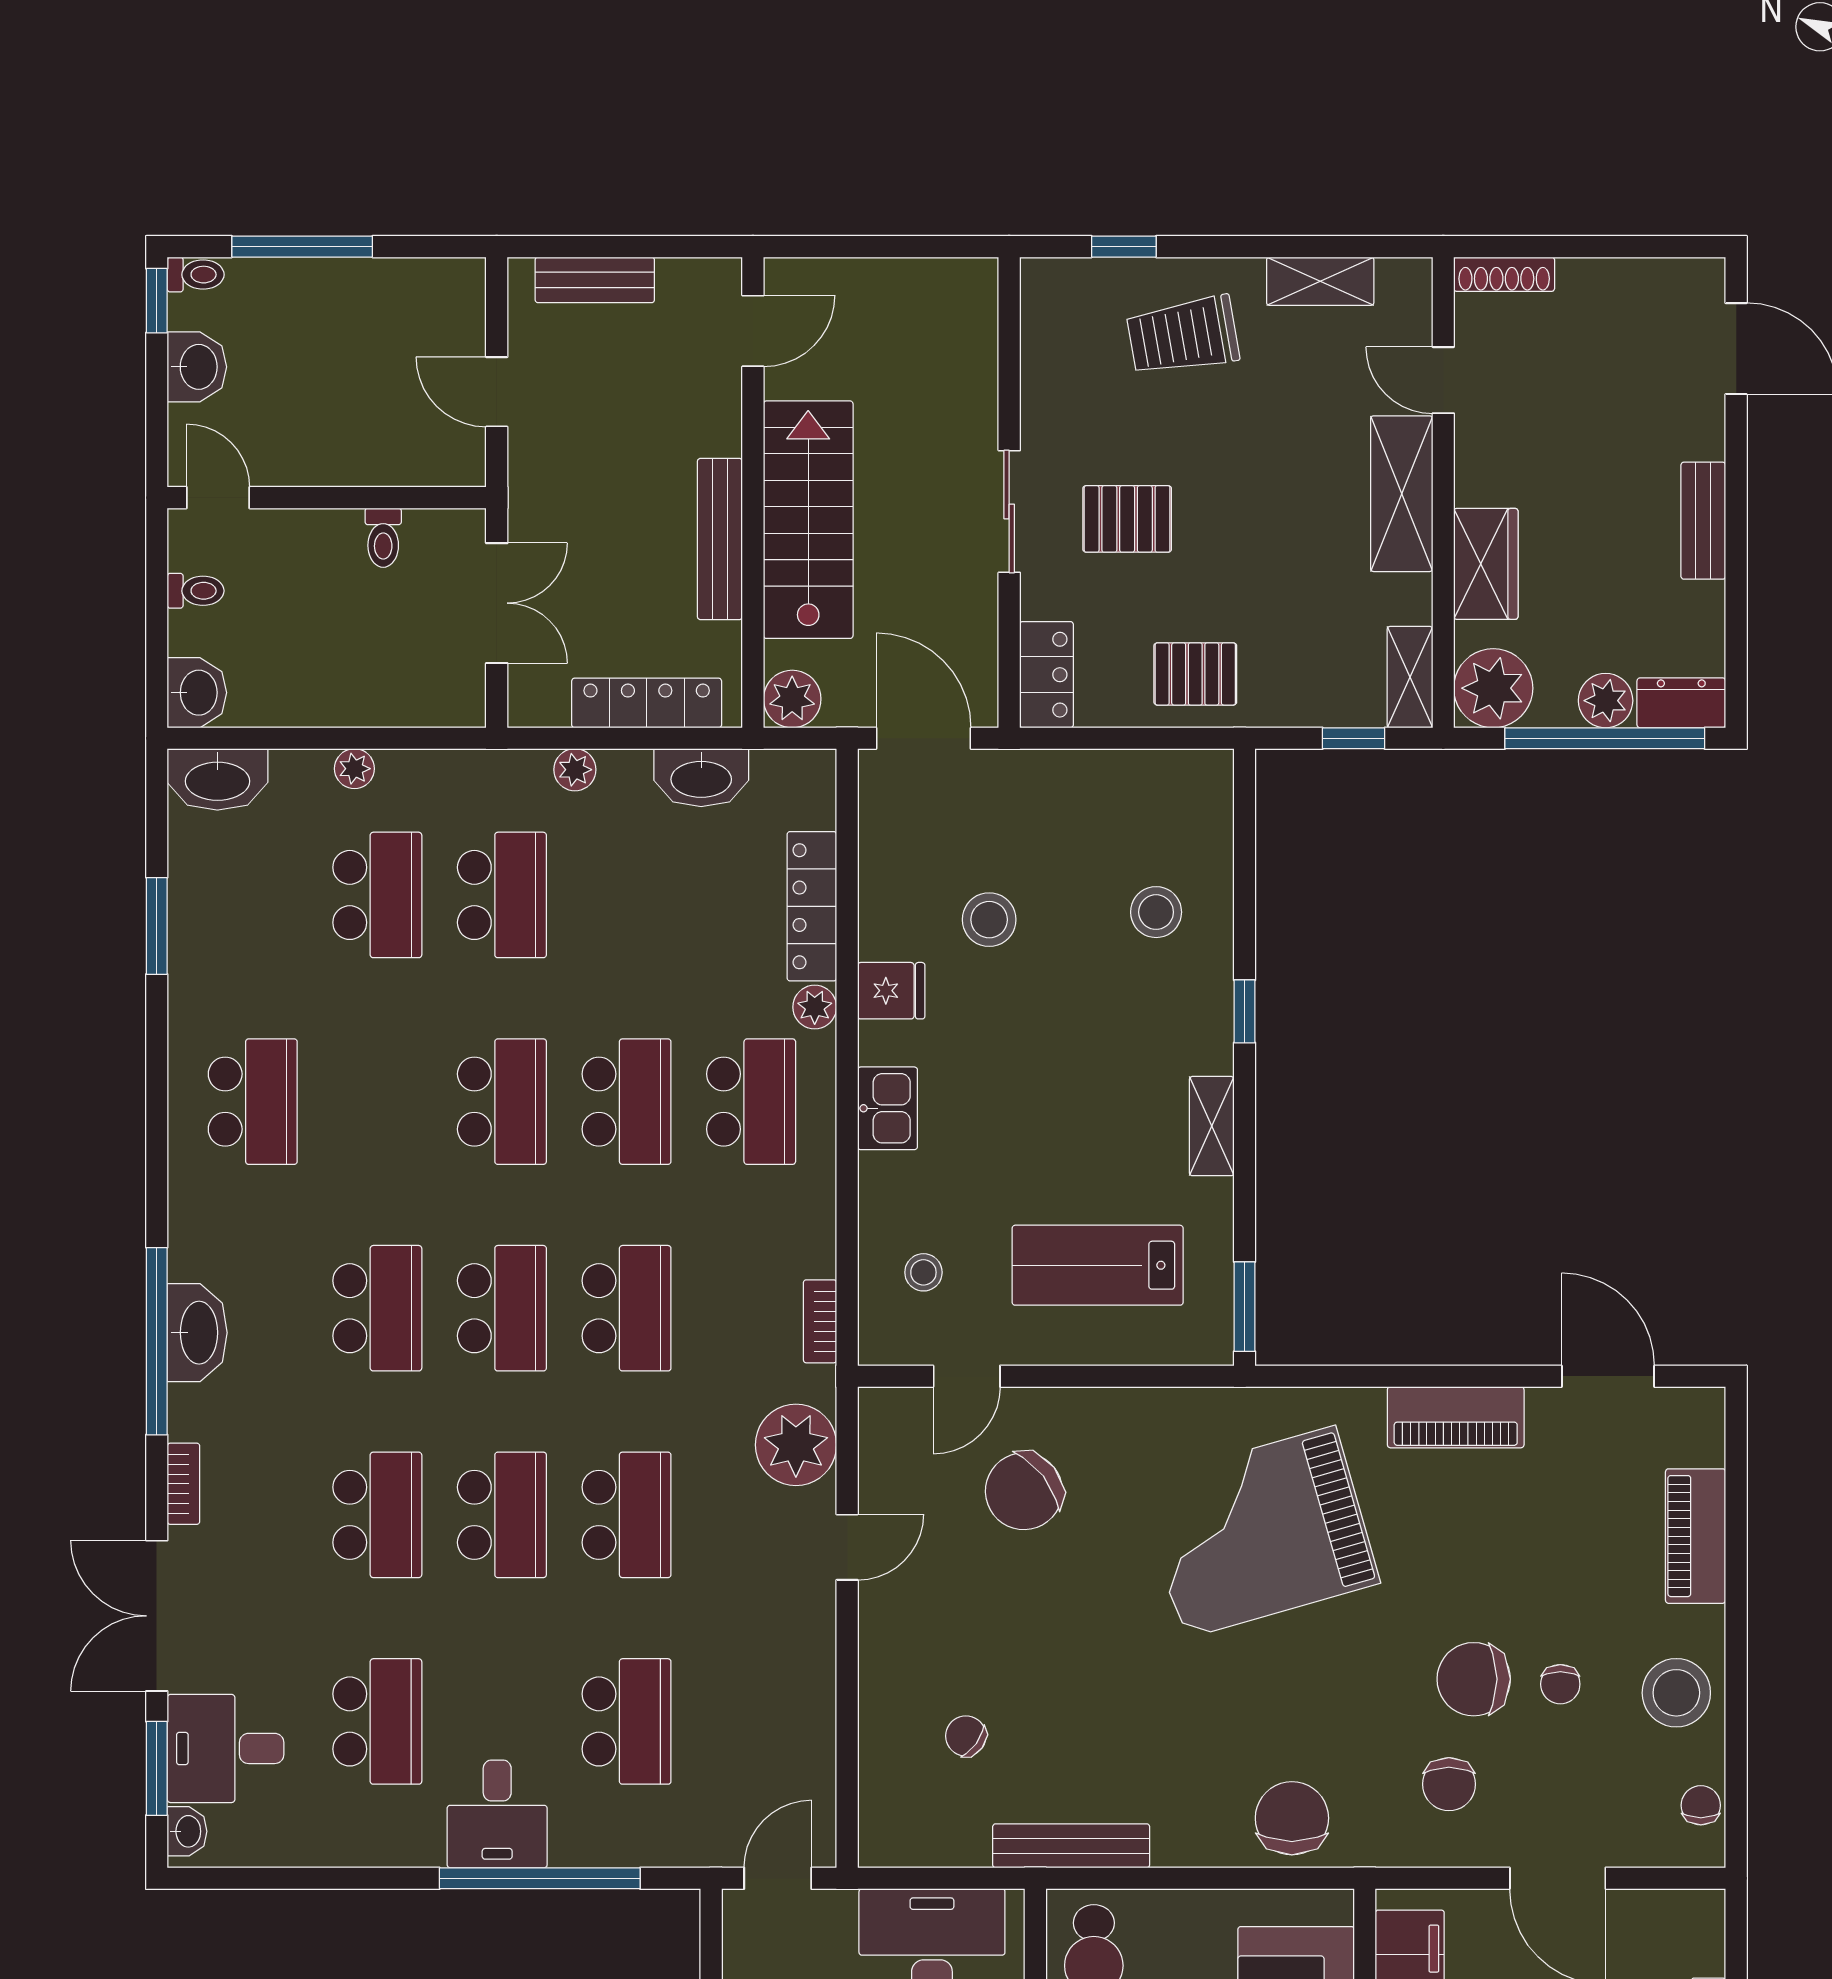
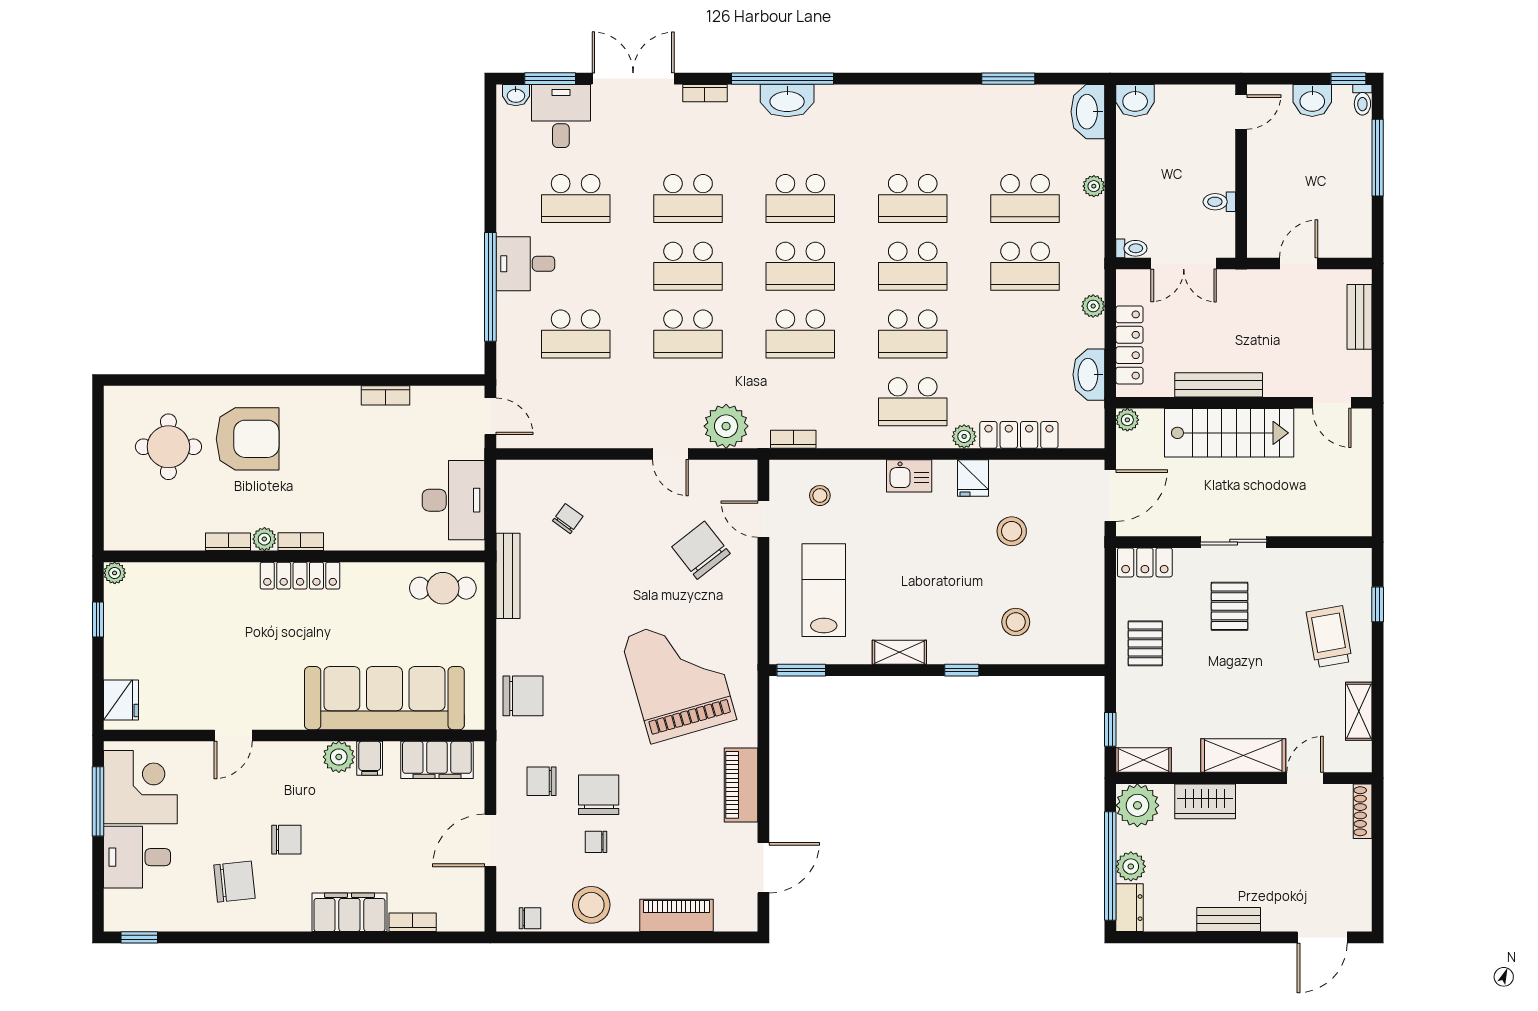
toilet: (196, 591) -> (1131, 248), moved, turned -90
plant: (792, 699) -> (1127, 420), width x0.73, depth x0.73
school desk: (253, 1102) -> (913, 199), moved

